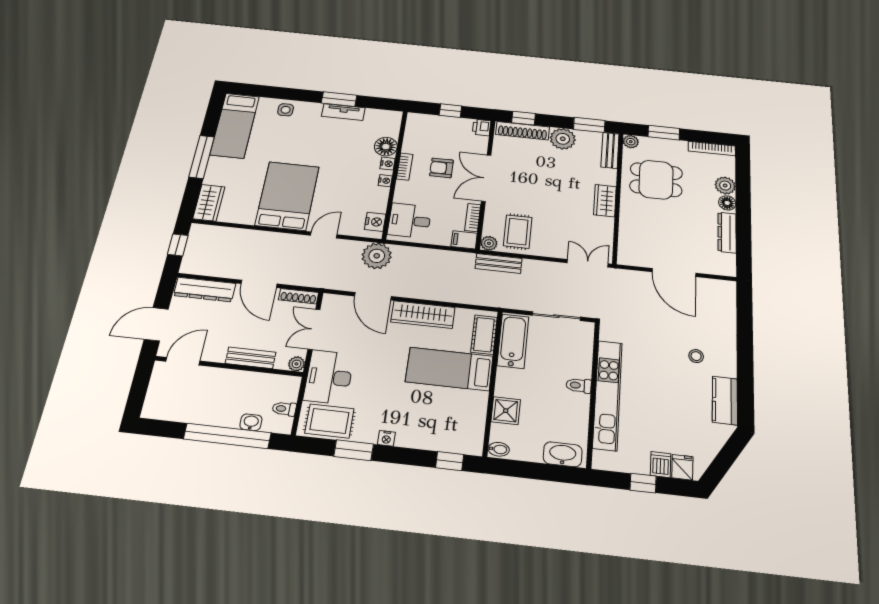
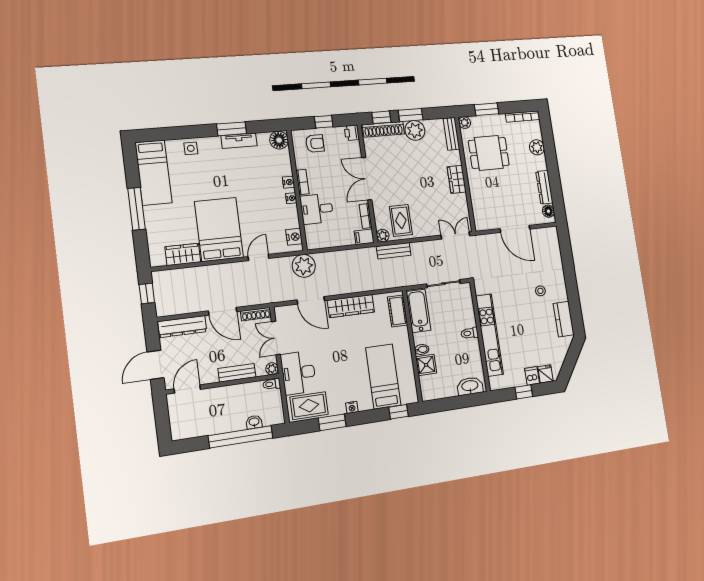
window: (589, 125) -> (411, 115), moved
floor lamp: (386, 147) -> (279, 140), moved
armchair: (441, 168) -> (315, 143), moved, turned 180
wardrobe: (209, 203) -> (183, 254), moved, turned -90
floor lamp: (727, 203) -> (548, 211), moved
desk: (410, 221) -> (317, 209), moved
bed: (449, 369) -> (383, 376), moved, turned 90
toilet: (284, 409) -> (272, 384), moved
bidet: (499, 449) -> (422, 349), moved

